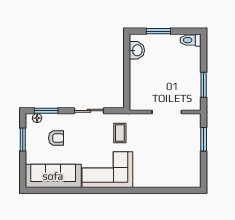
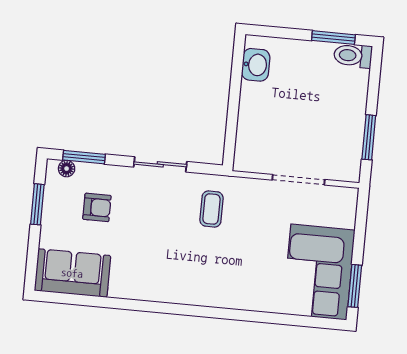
window: (158, 31) -> (333, 38), moved
window: (204, 139) -> (355, 286), moved
corner sofa: (107, 170) -> (319, 272), moved, turned -90
sofa: (53, 176) -> (72, 273), width x0.73

